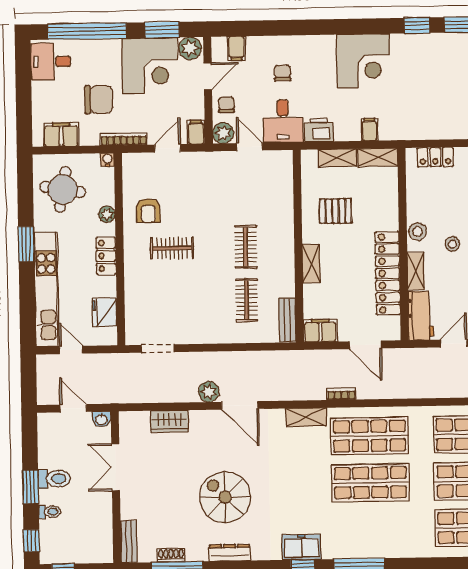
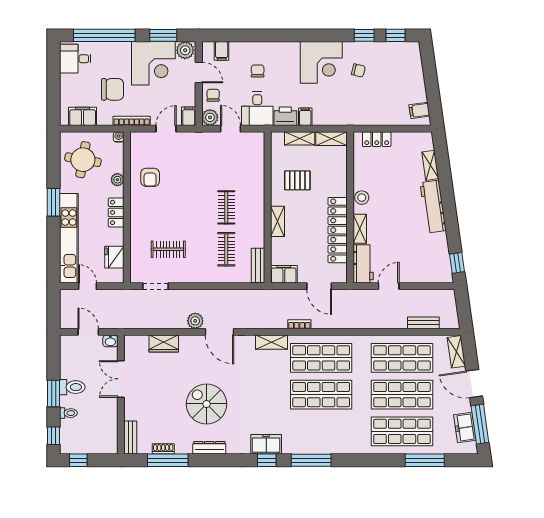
chair: (411, 70) -> (358, 71), added
door: (208, 76) -> (199, 73), hinge flipped
filing cabinet: (369, 130) -> (305, 117), moved
stool: (452, 244) -> (389, 208), removed
clothes rail: (172, 248) -> (168, 249), moved

